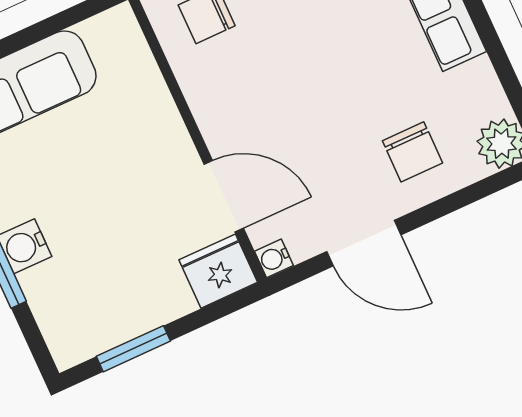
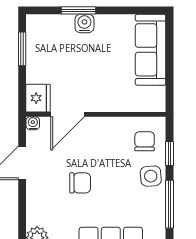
chair: (412, 152) -> (80, 183), moved, turned 180

